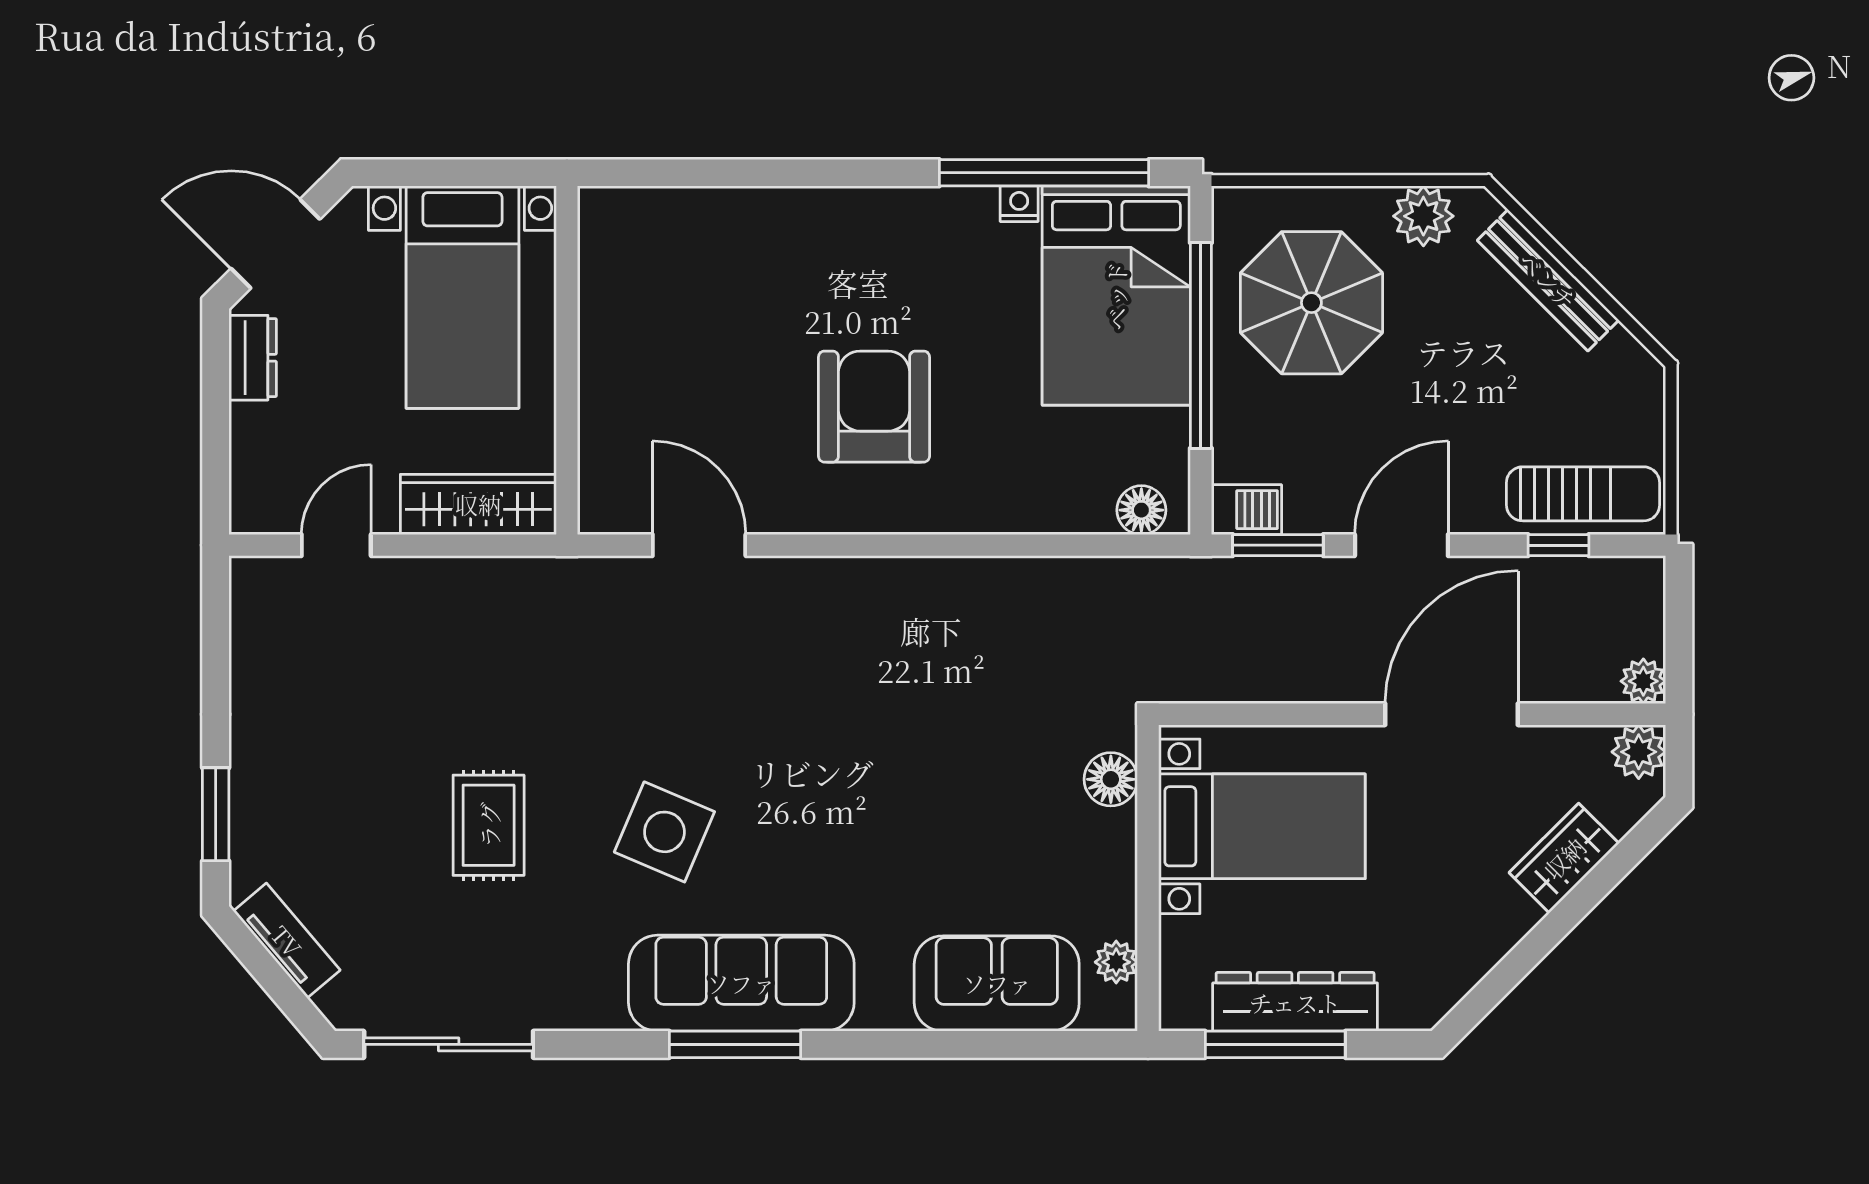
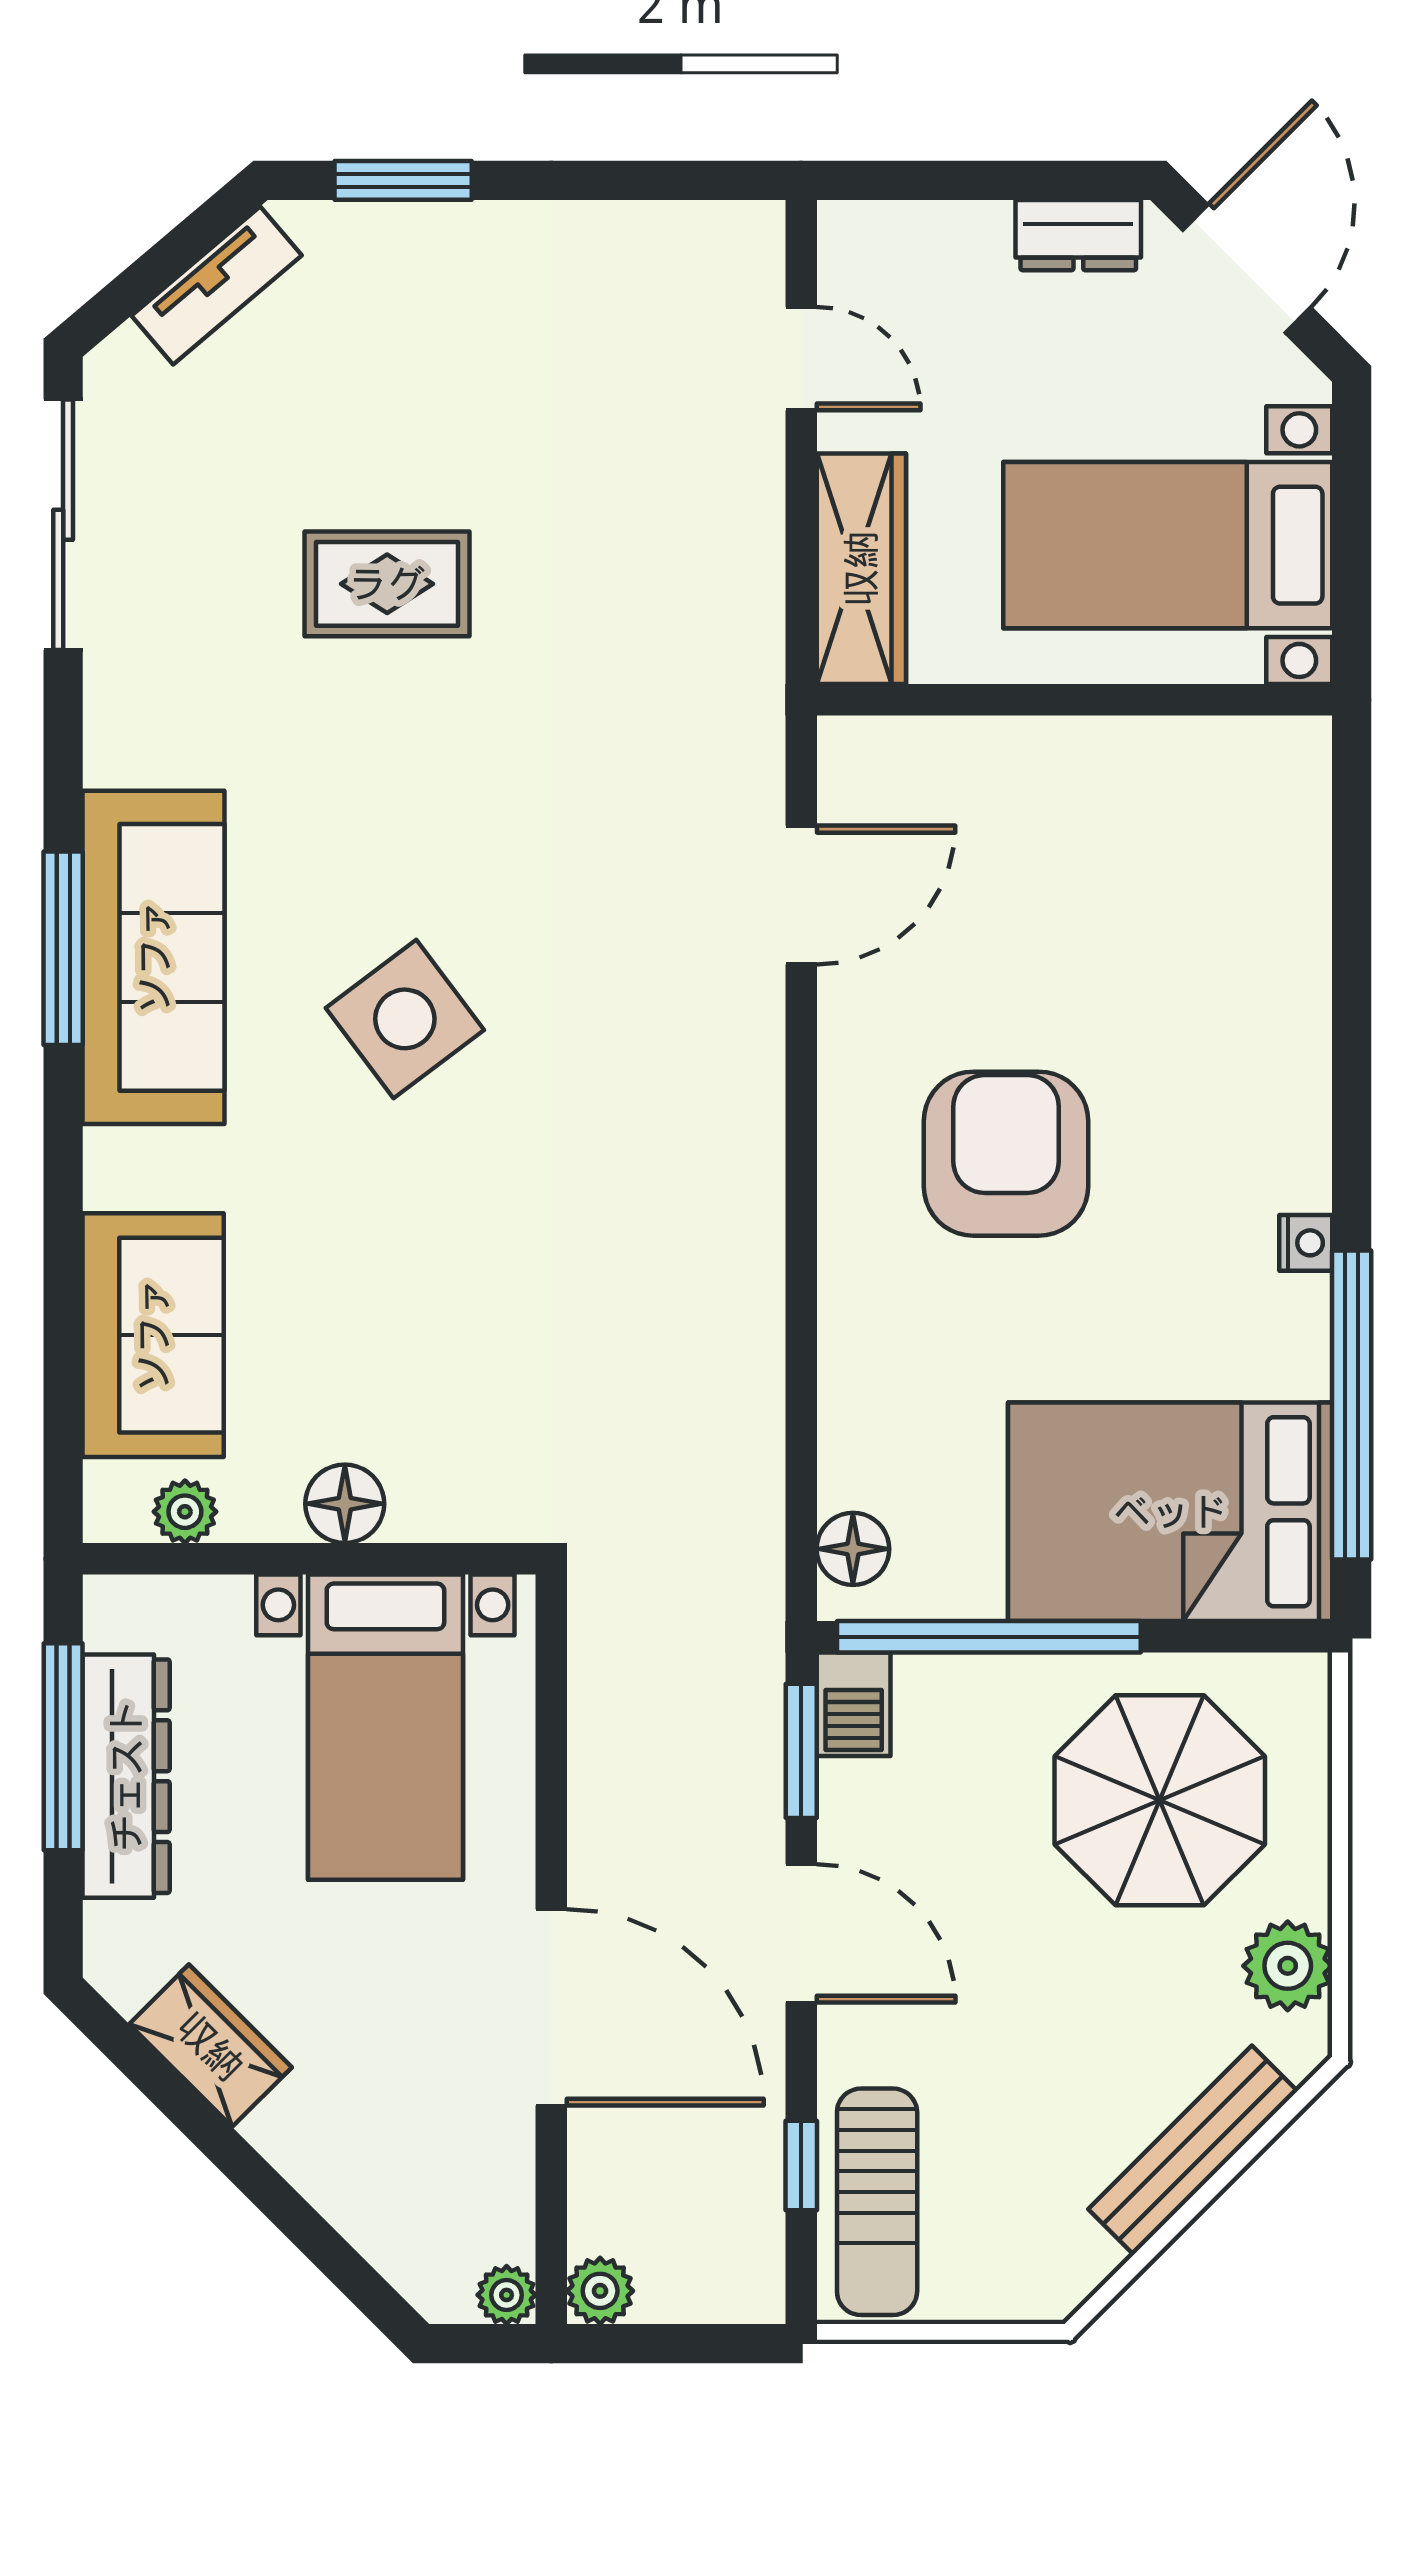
nightstand: (1019, 204) -> (1306, 1243), moved
window: (1201, 346) -> (989, 1637), moved
armchair: (874, 407) -> (1006, 1154), turned -90
plant: (1639, 752) -> (507, 2295), width x0.73, depth x0.73
floor lamp: (1111, 779) -> (345, 1504), moved
side table: (664, 832) -> (405, 1019), moved, turned 30
wardrobe: (1564, 858) -> (210, 2046), moved

